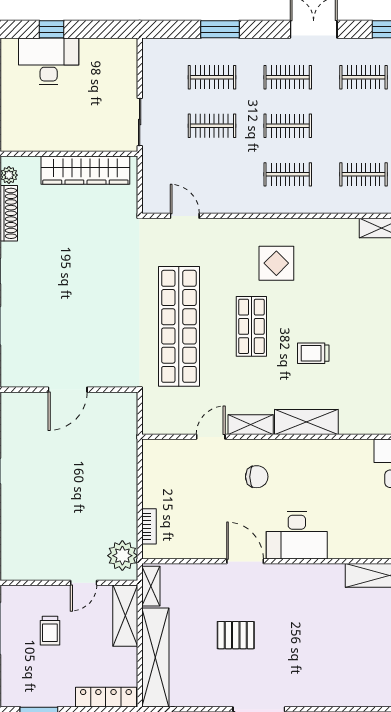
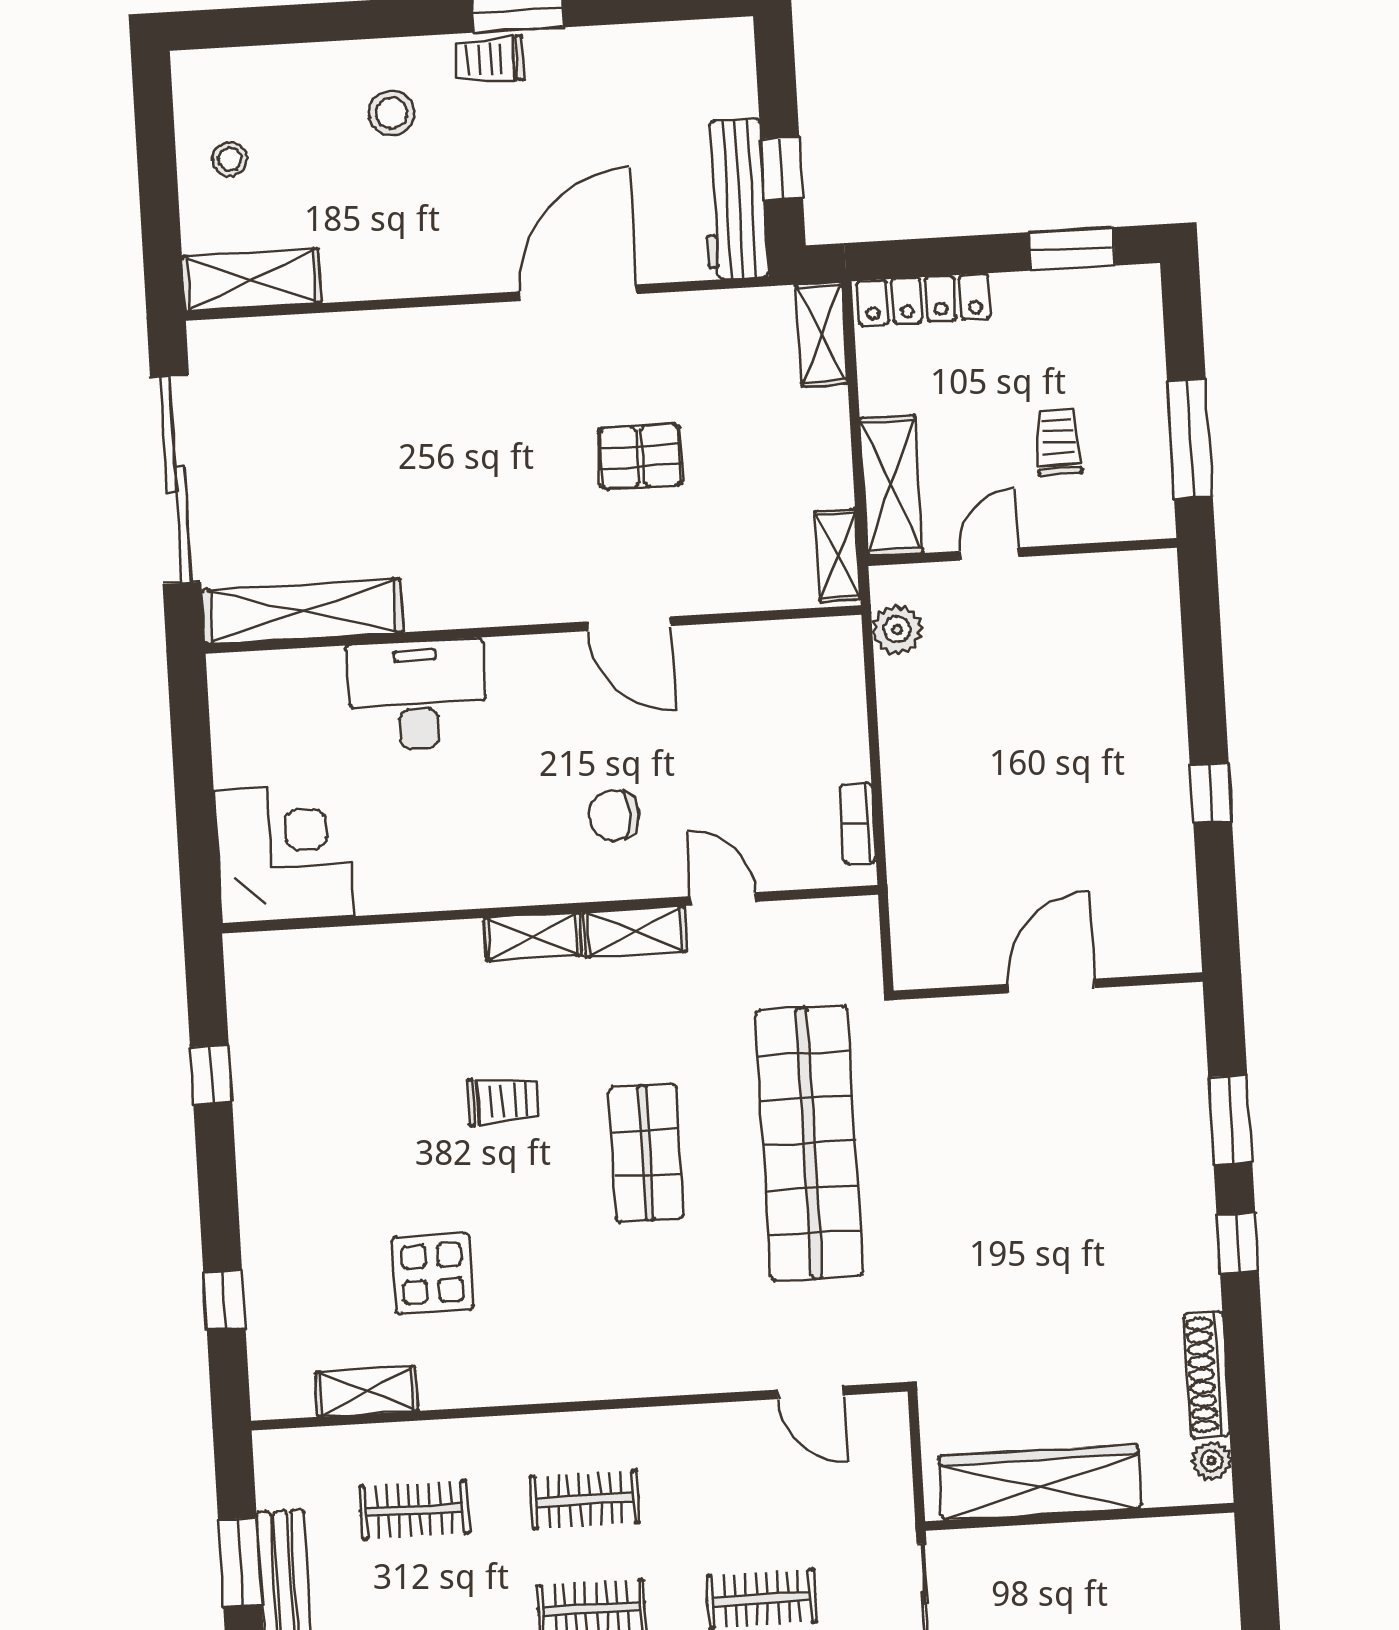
display table: (276, 263) -> (432, 1273), moved
shelving: (306, 422) -> (533, 937), width x0.67, depth x0.75
door: (211, 437) -> (723, 899), swing flipped
bookcase: (149, 526) -> (858, 823), moved
desk: (297, 535) -> (417, 695), moved
plant: (122, 556) -> (897, 630), width x0.73, depth x0.73
shelving: (155, 657) -> (822, 334), width x0.45, depth x0.75

